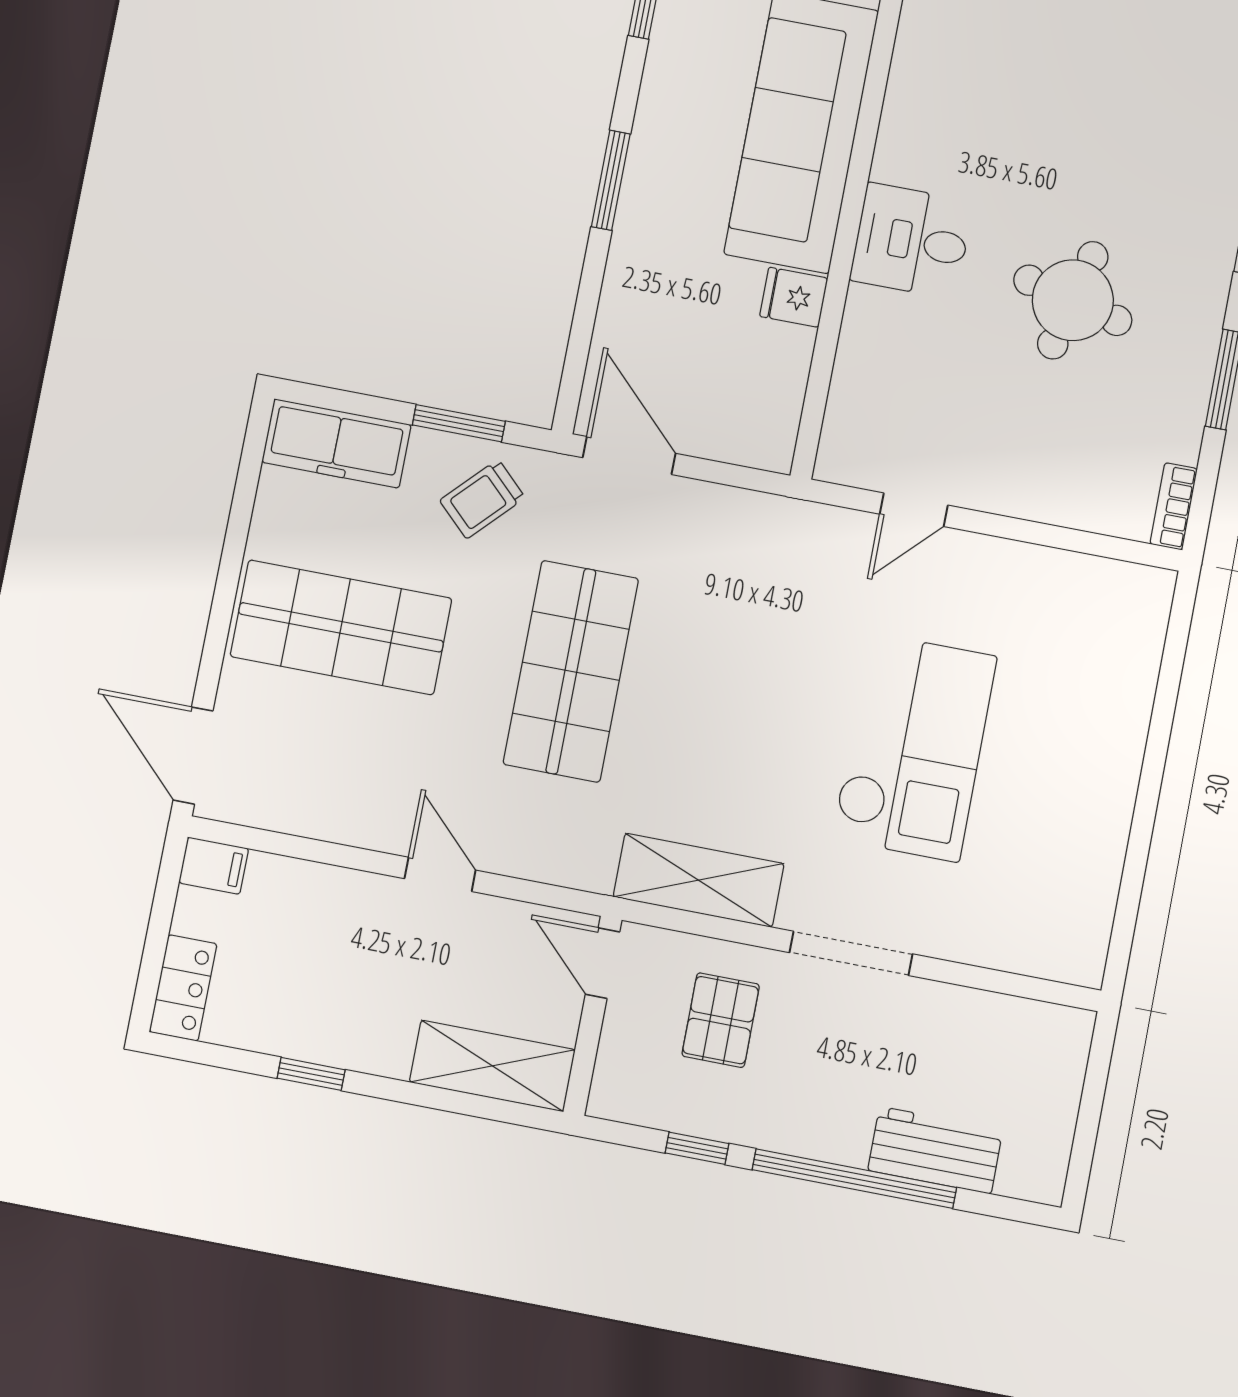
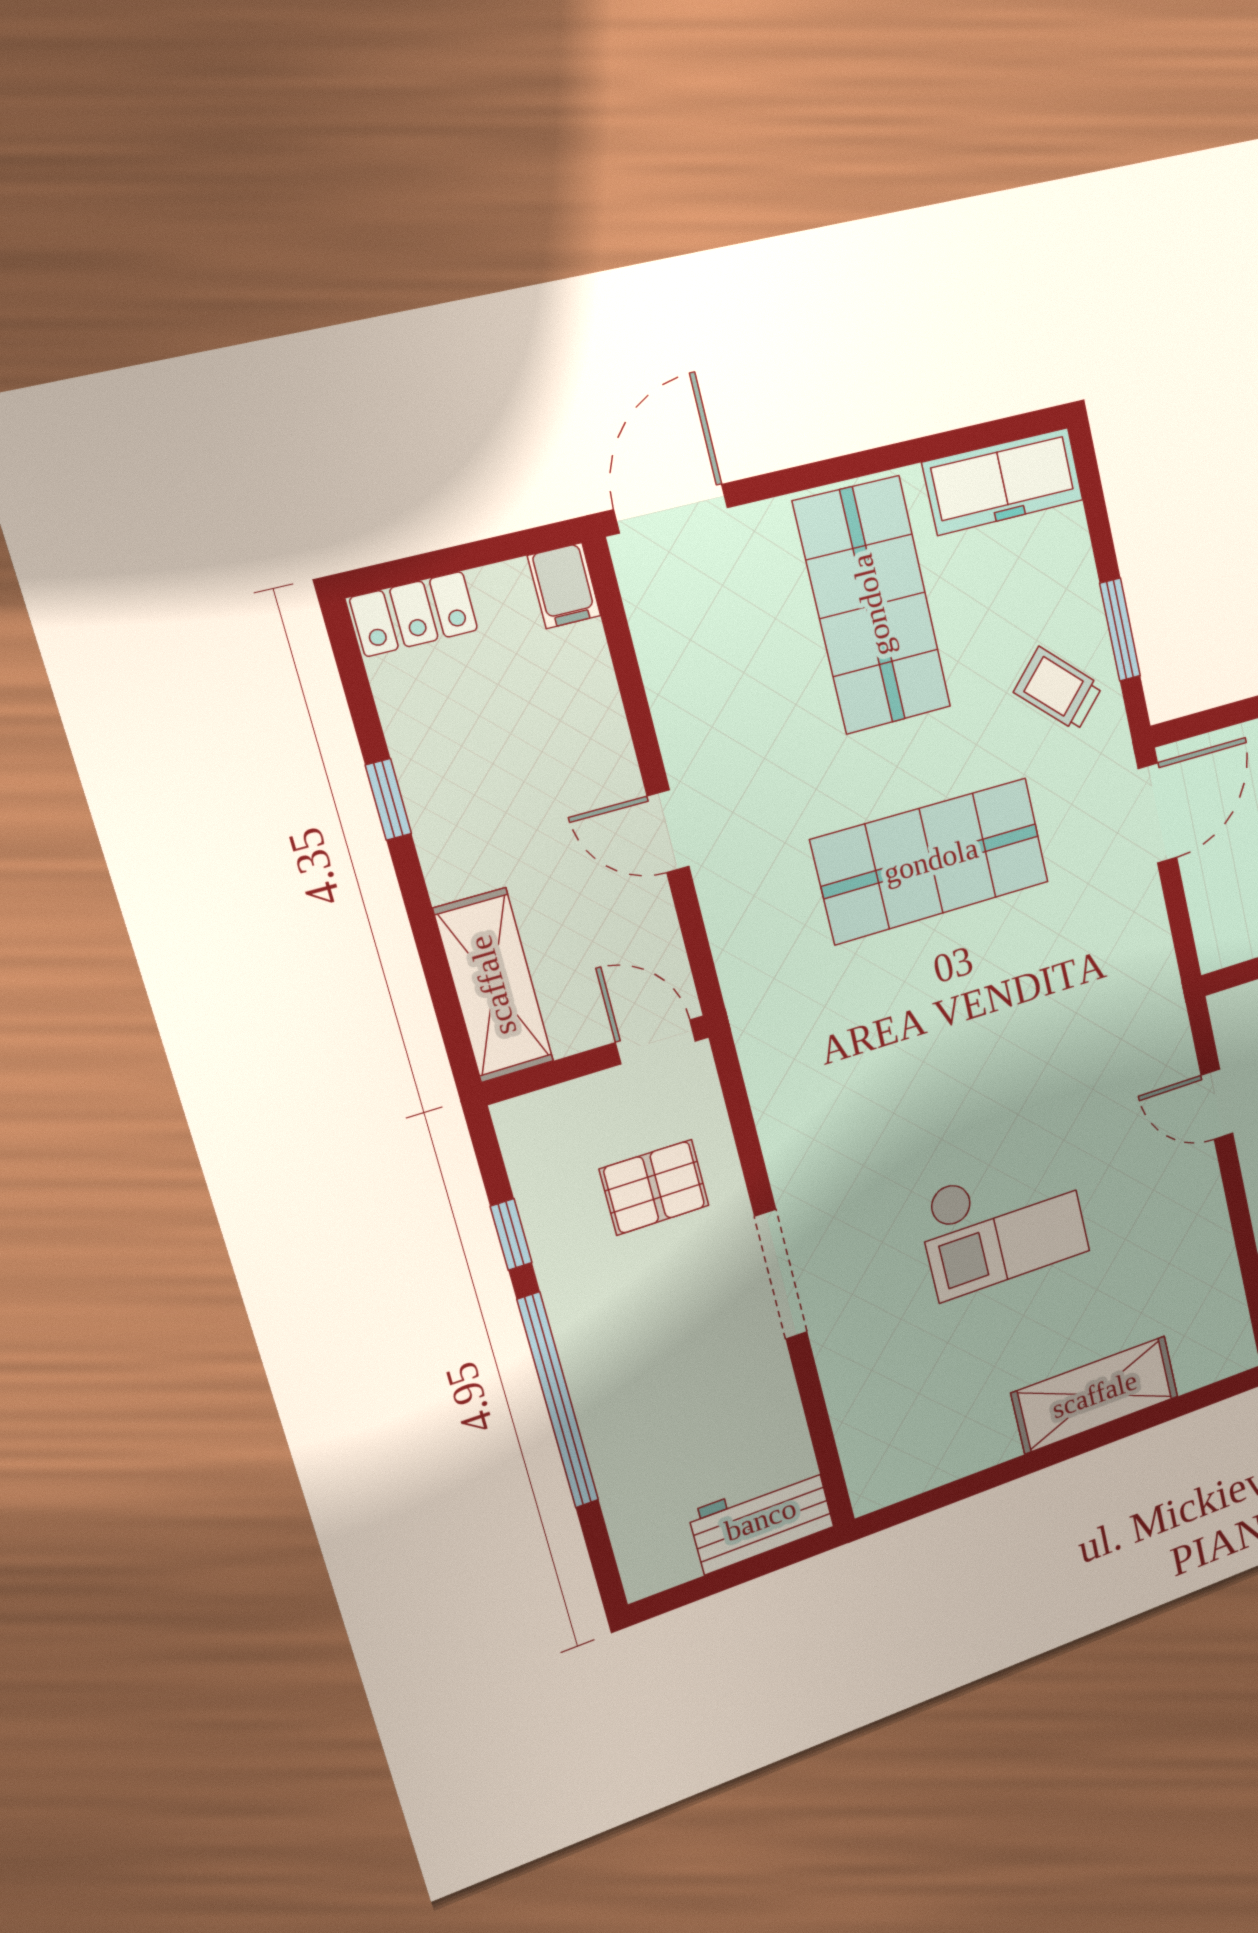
freezer: (336, 443) -> (1003, 481), moved, turned -90
checkout: (914, 747) -> (1003, 1224), width x0.73, depth x0.83
door: (440, 874) -> (668, 831), swing flipped
shelving: (699, 880) -> (1095, 1395), moved, turned 90
door: (603, 963) -> (656, 1042), hinge flipped
workbench: (935, 1150) -> (761, 1520), moved, turned -90

